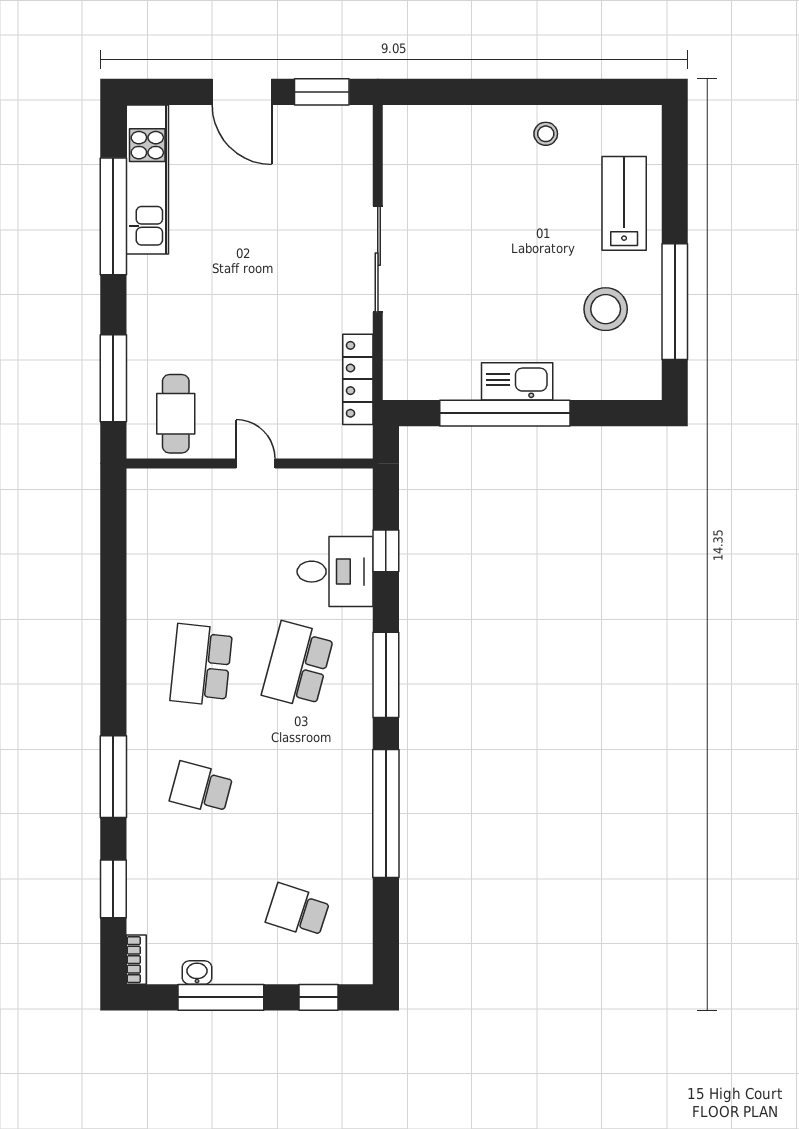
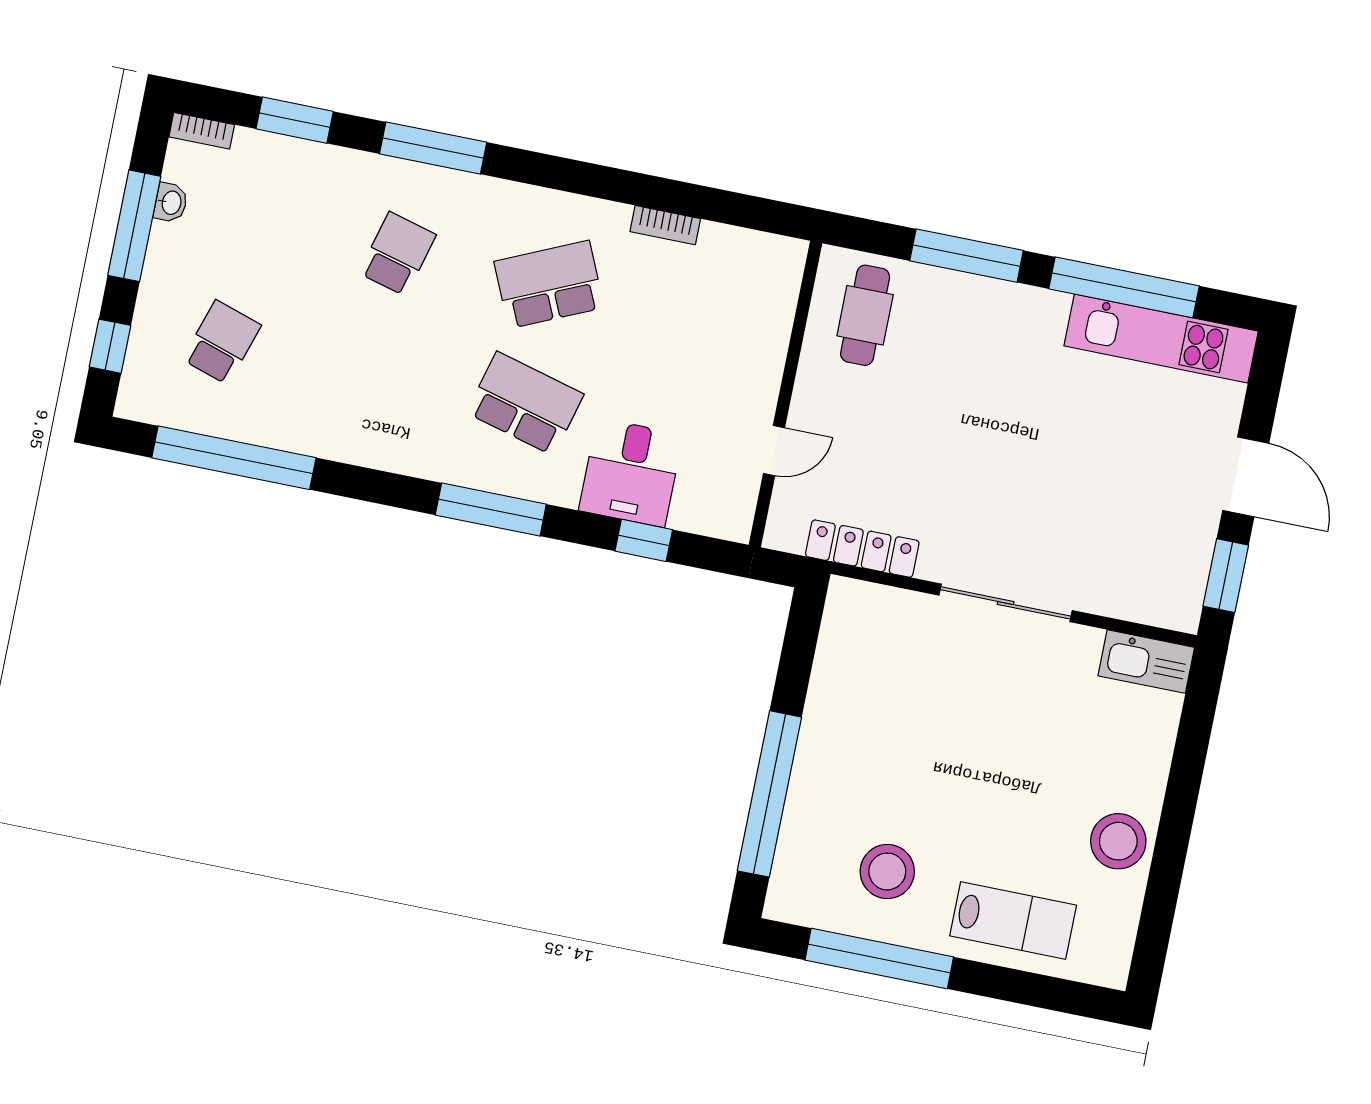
door: (242, 92) -> (1246, 477), swing flipped
stool: (546, 134) -> (1118, 841), width x1.89, depth x1.89
window: (113, 378) -> (967, 256), moved
kitchen sink: (517, 381) -> (1146, 662), moved, turned 90
window: (505, 413) -> (769, 794), moved
cafe table: (176, 414) -> (865, 315), turned 90
door: (256, 463) -> (774, 451), moved
bookcase: (137, 584) -> (665, 225), added
school desk: (201, 665) -> (549, 284), turned -30
window: (386, 813) -> (234, 458), moved

